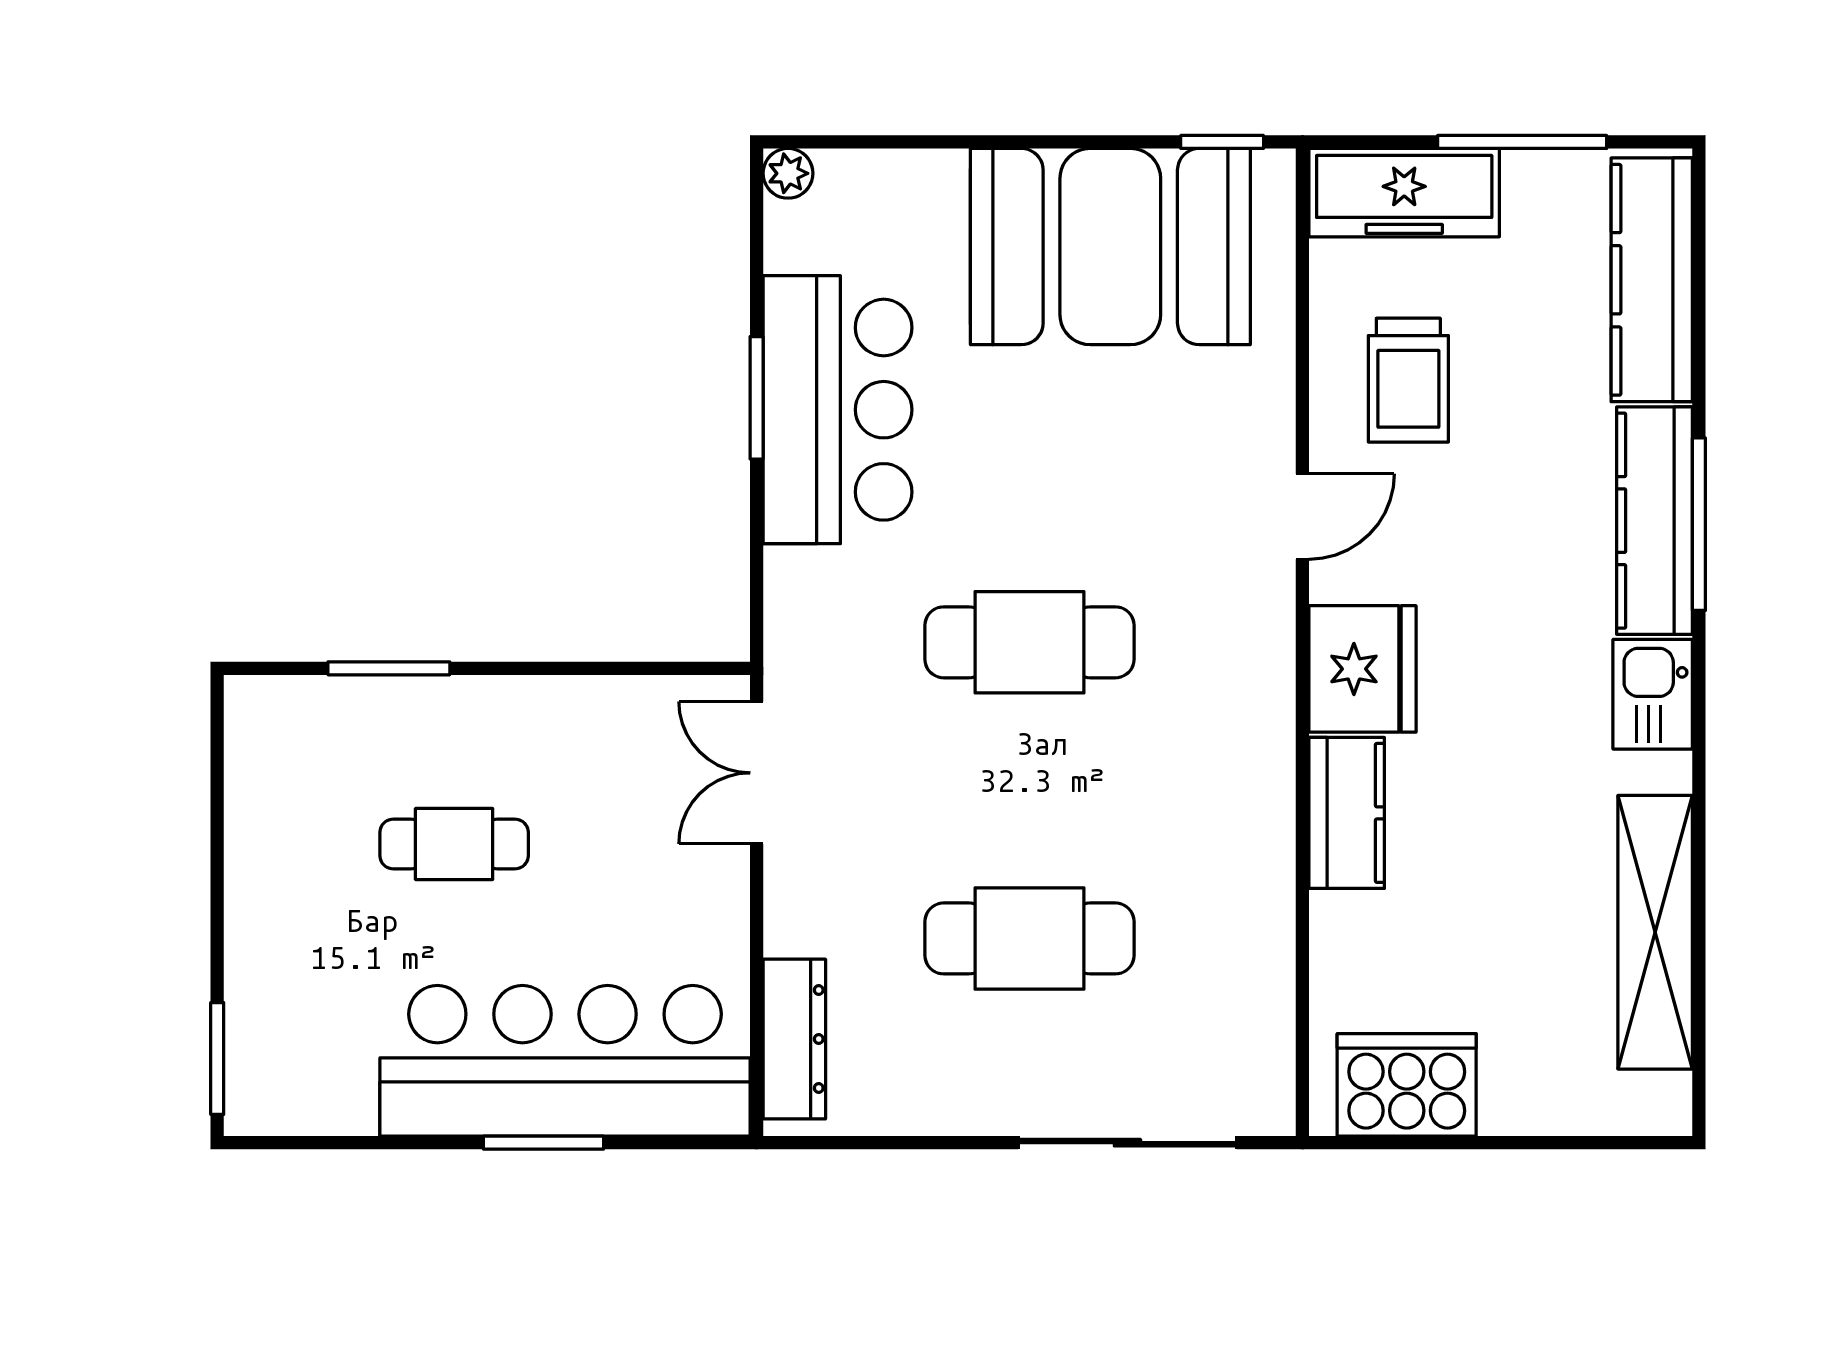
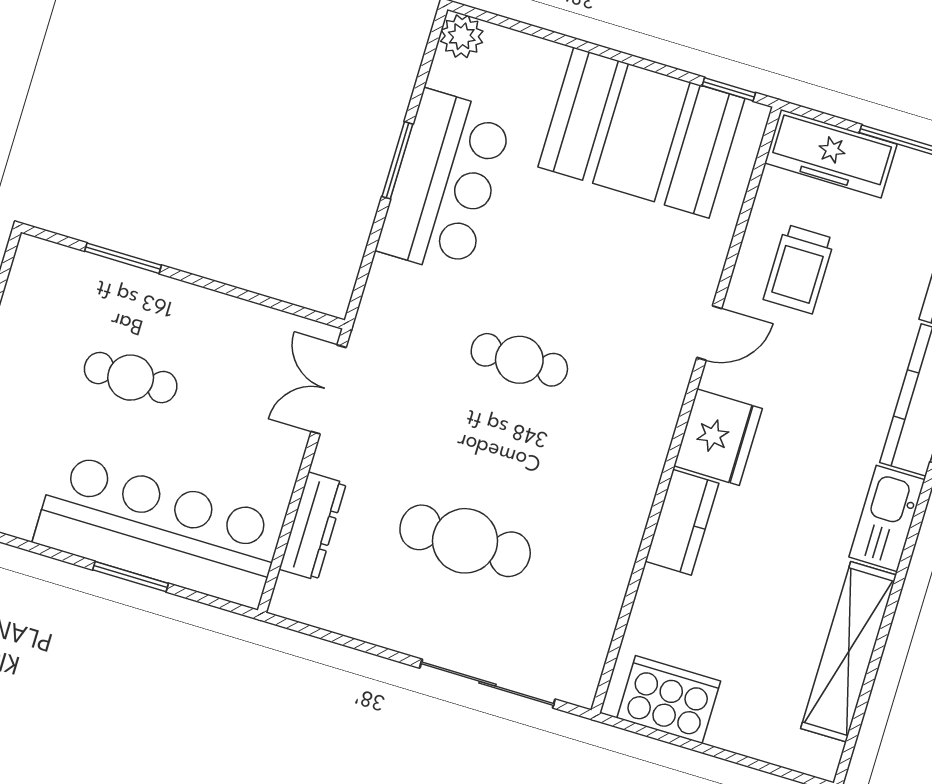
plant: (788, 173) -> (462, 36), width x1.38, depth x1.38
cafe table: (1029, 642) -> (519, 360), width x0.73, depth x0.74
kitchen sink: (1653, 694) -> (887, 518), width x1.38
dresser: (794, 1039) -> (313, 526), moved

